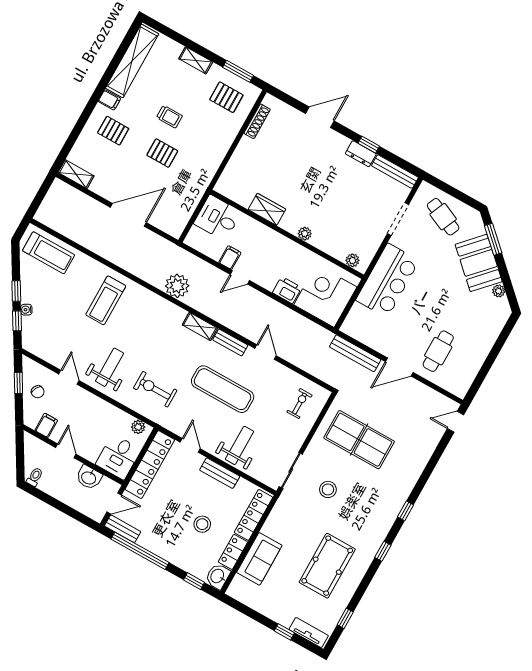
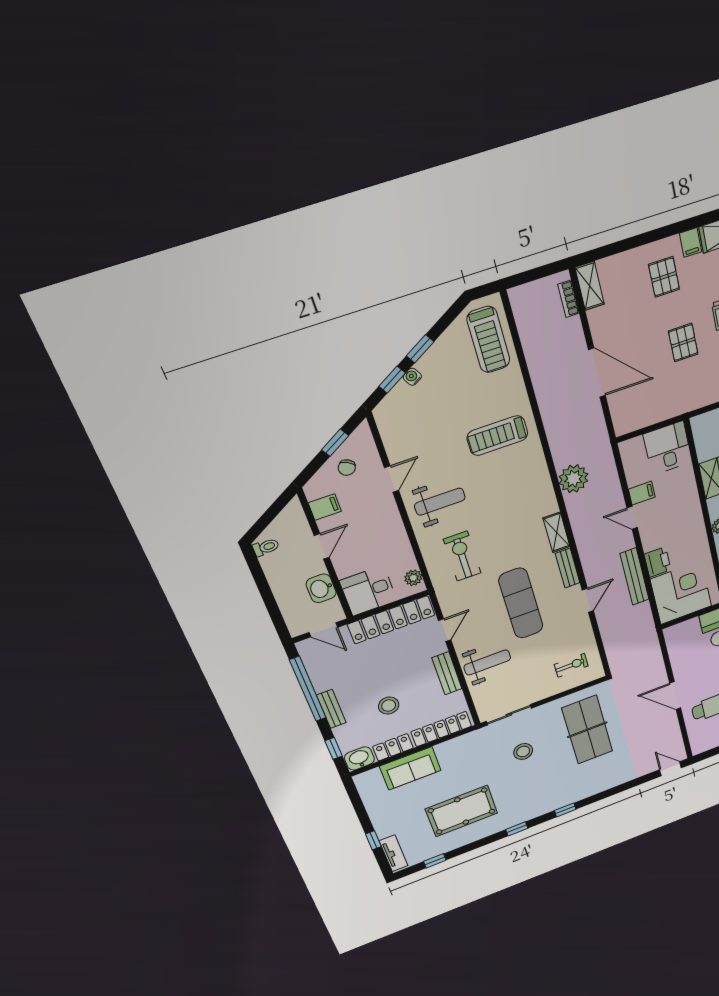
bookcase: (71, 192) -> (569, 299), added
bench: (355, 353) -> (635, 577), moved
bench: (123, 529) -> (331, 709), moved

